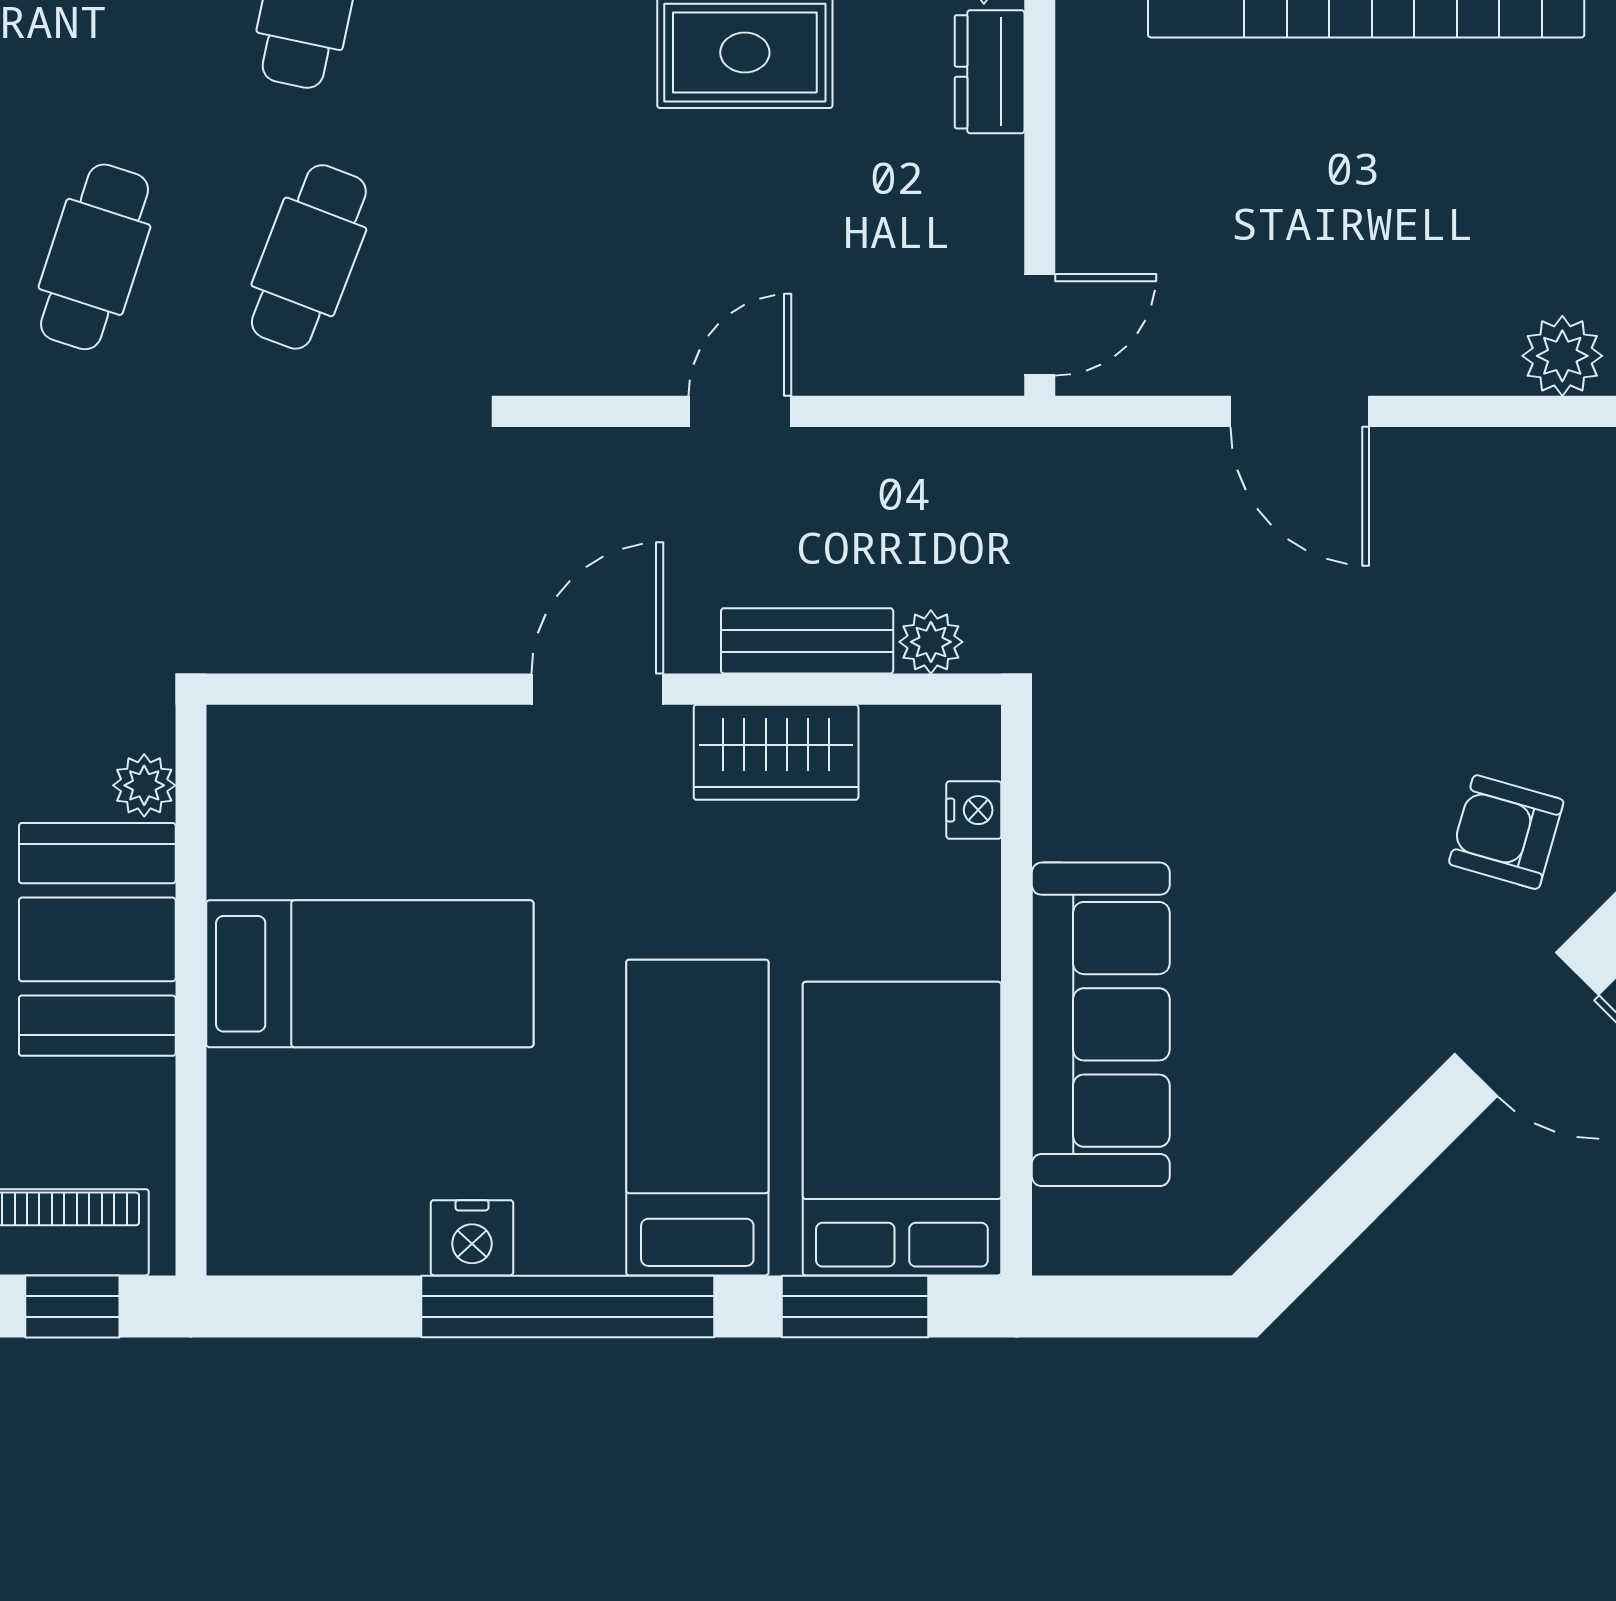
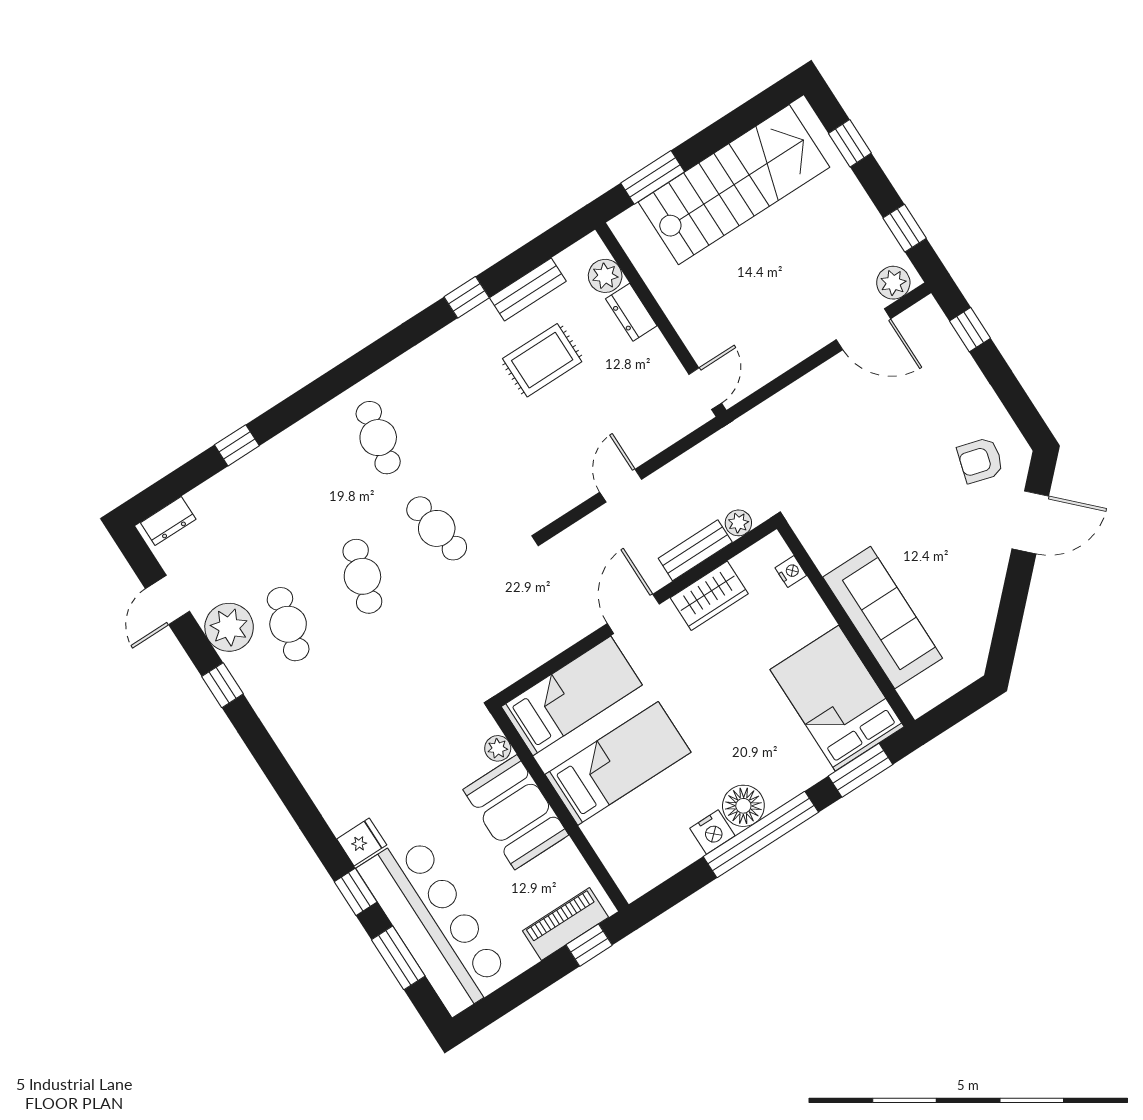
cafe table: (309, 257) -> (437, 528), turned -30
door: (1300, 411) -> (863, 329), moved
bed: (697, 1118) -> (572, 696), moved, turned 90
floor lamp: (570, 1225) -> (743, 806), added

